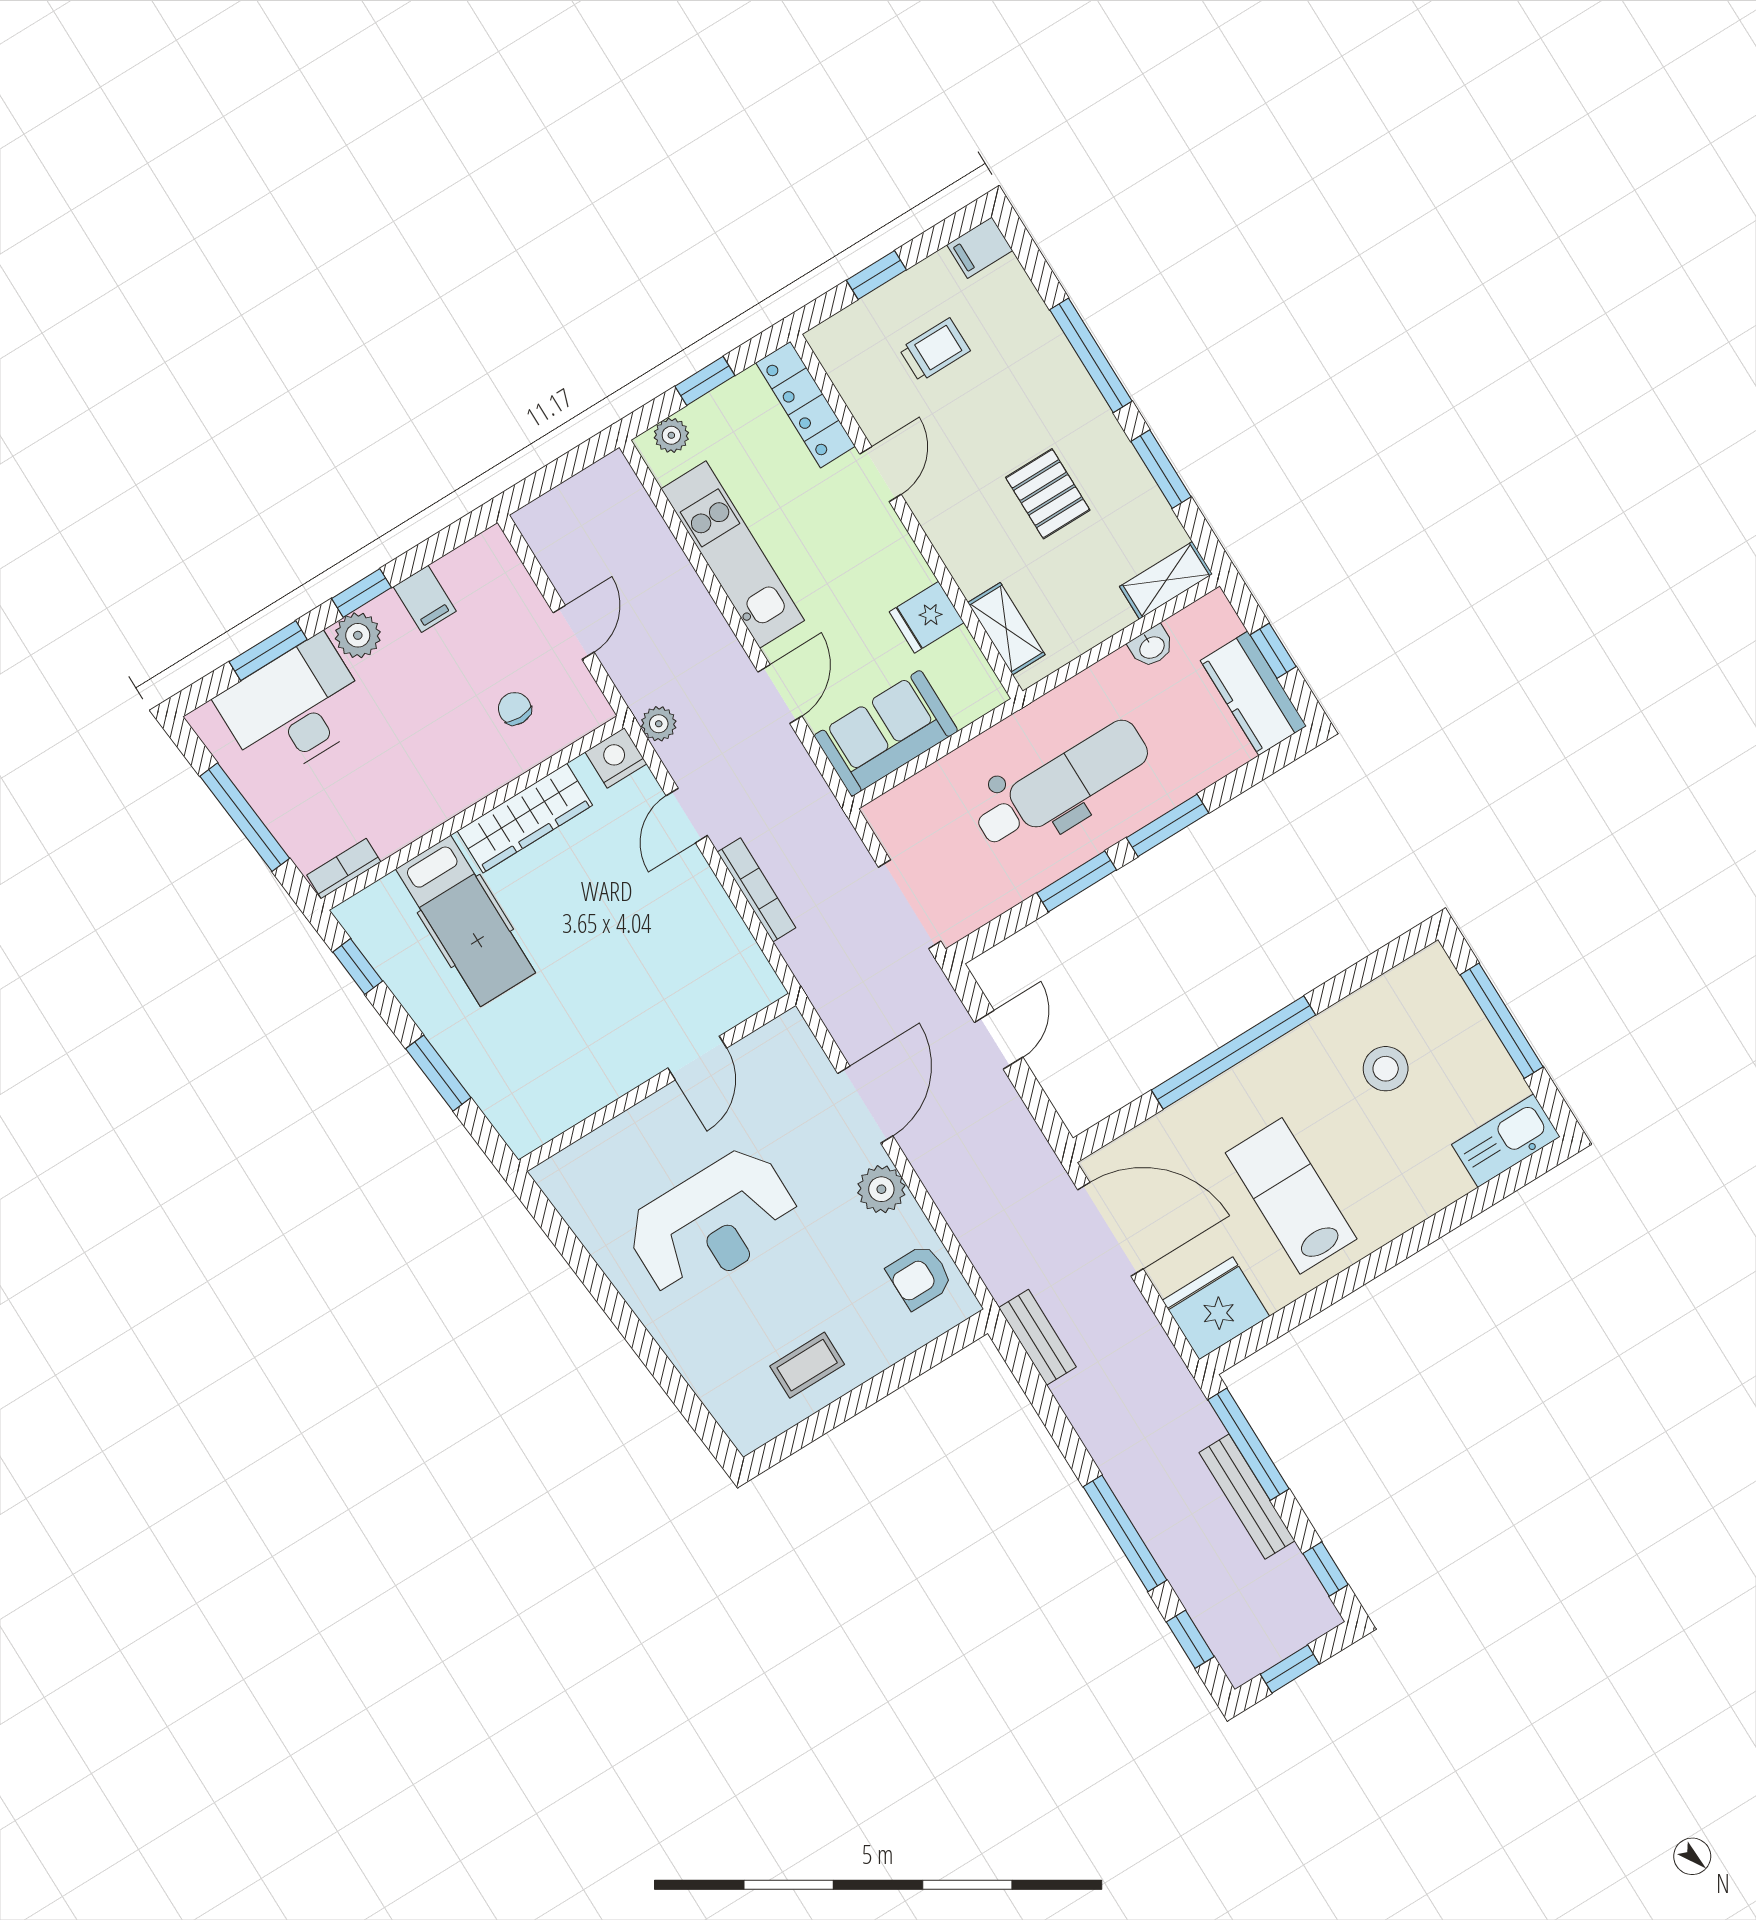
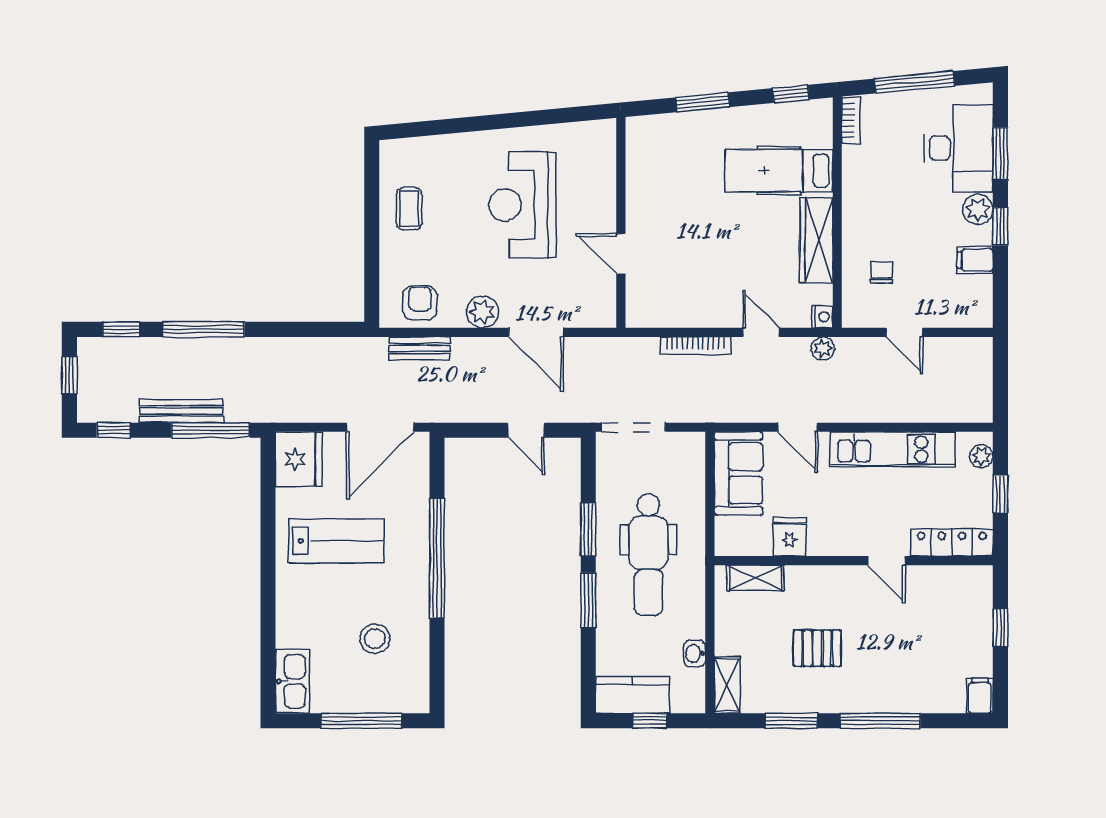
trolley: (935, 350) -> (938, 635), removed
chair: (515, 709) -> (882, 272), turned -90
nightstand: (616, 758) -> (822, 317), width x0.72, depth x0.74
bench: (1037, 1337) -> (420, 348), moved

